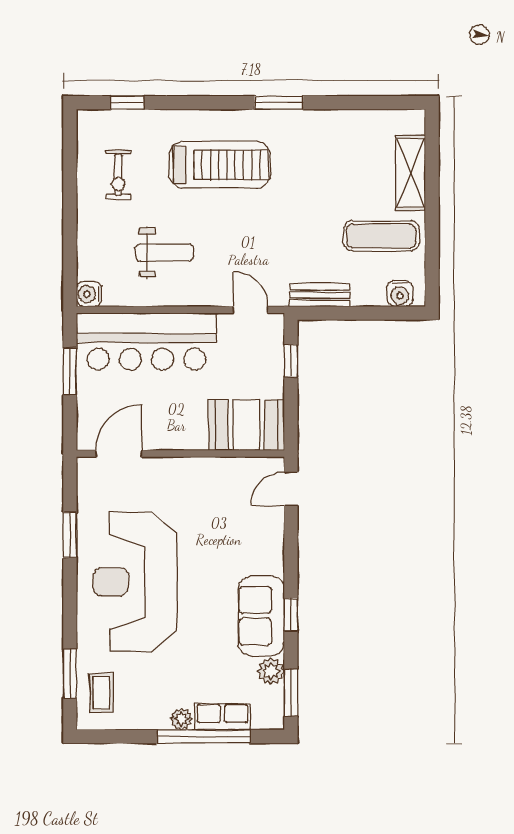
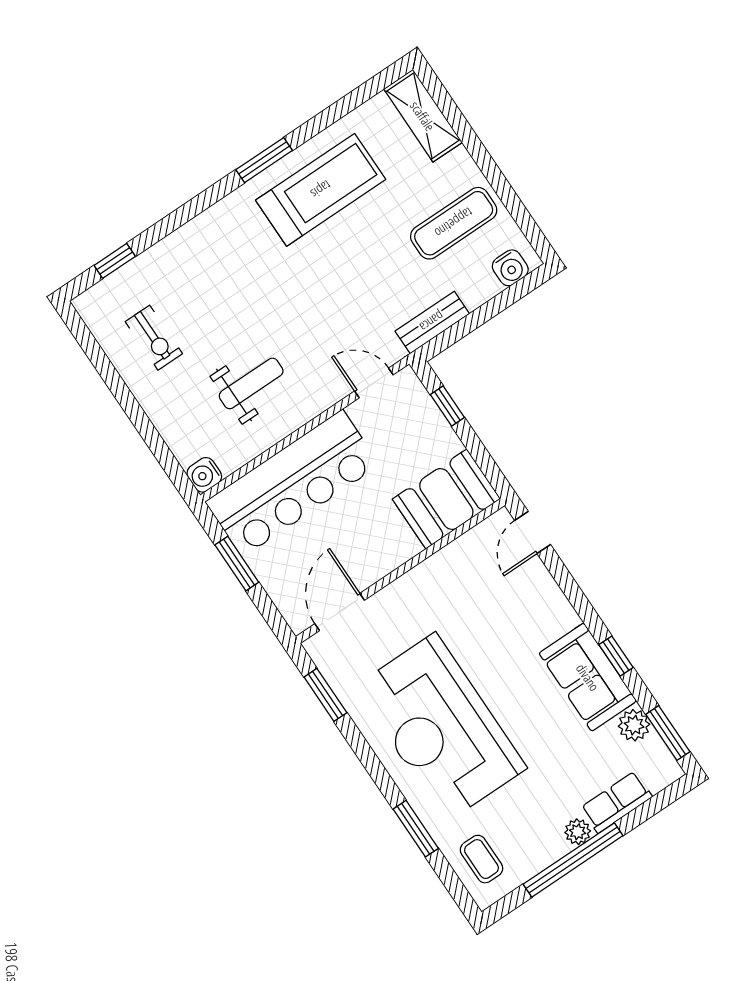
treadmill: (220, 165) -> (321, 190), moved
shelving: (411, 173) -> (423, 116), moved
window: (70, 535) -> (325, 695), moved
window: (70, 674) -> (416, 829), moved
window: (204, 737) -> (573, 860), moved

